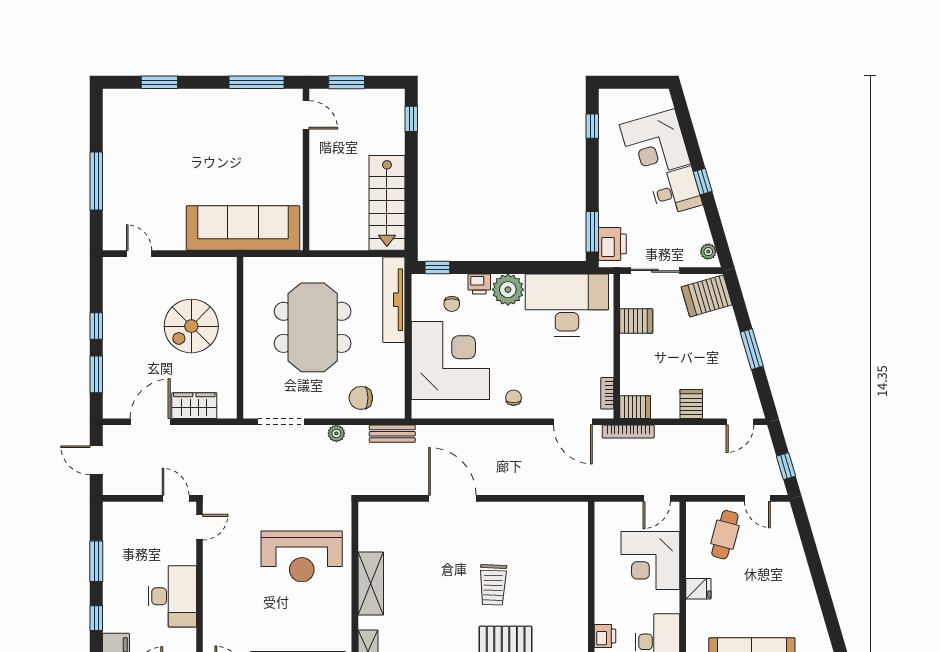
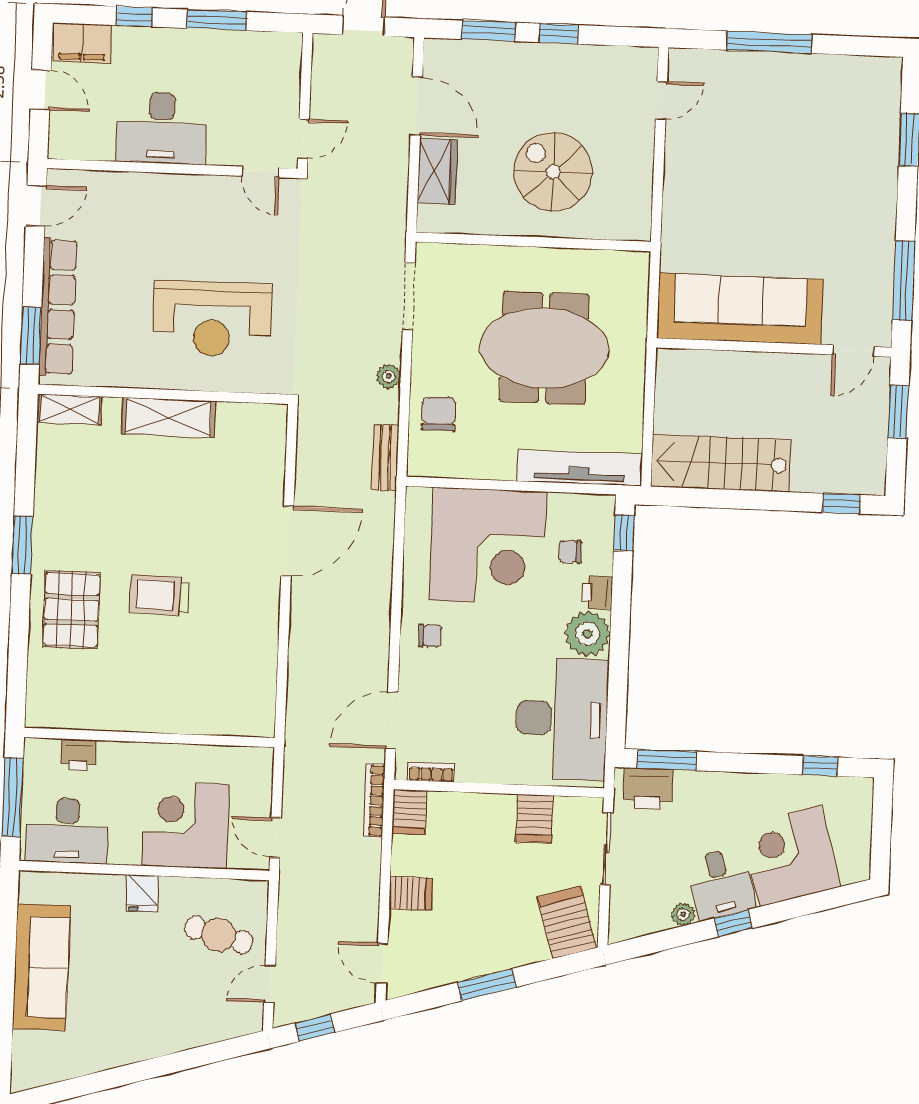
sofa: (243, 228) -> (740, 309), moved, turned -90
plant: (708, 252) -> (683, 914), moved
reception desk: (302, 556) -> (212, 319), turned -90

